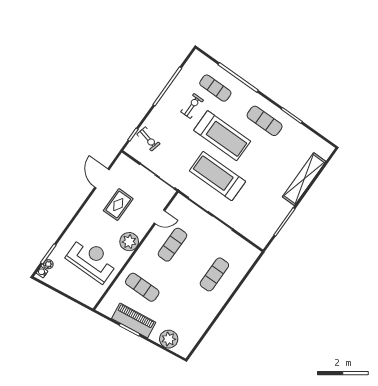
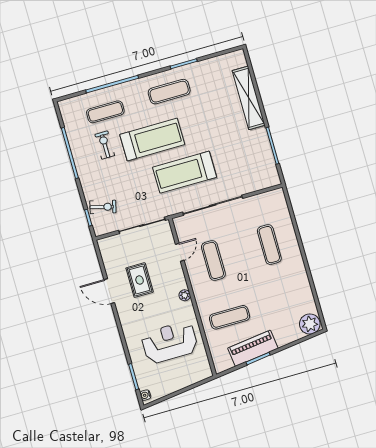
door: (102, 178) -> (109, 291), moved
plant: (129, 242) -> (185, 295), width x0.53, depth x0.53
plant: (48, 264) -> (143, 384), removed
plant: (169, 339) -> (310, 324), moved

